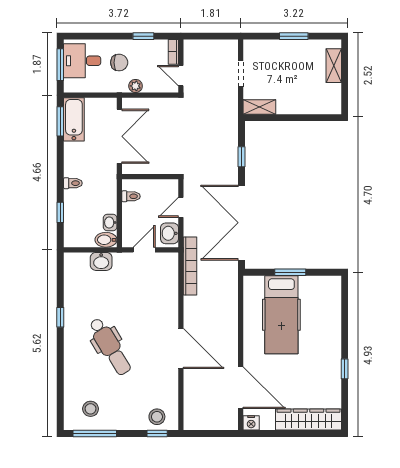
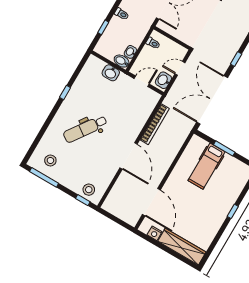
bookcase: (190, 266) -> (155, 124), moved
hospital bed: (281, 315) -> (207, 166), width x0.73, depth x0.78
dental chair: (110, 347) -> (85, 129), turned 66
window: (345, 369) -> (233, 211), moved
nightstand: (251, 423) -> (155, 233), moved

